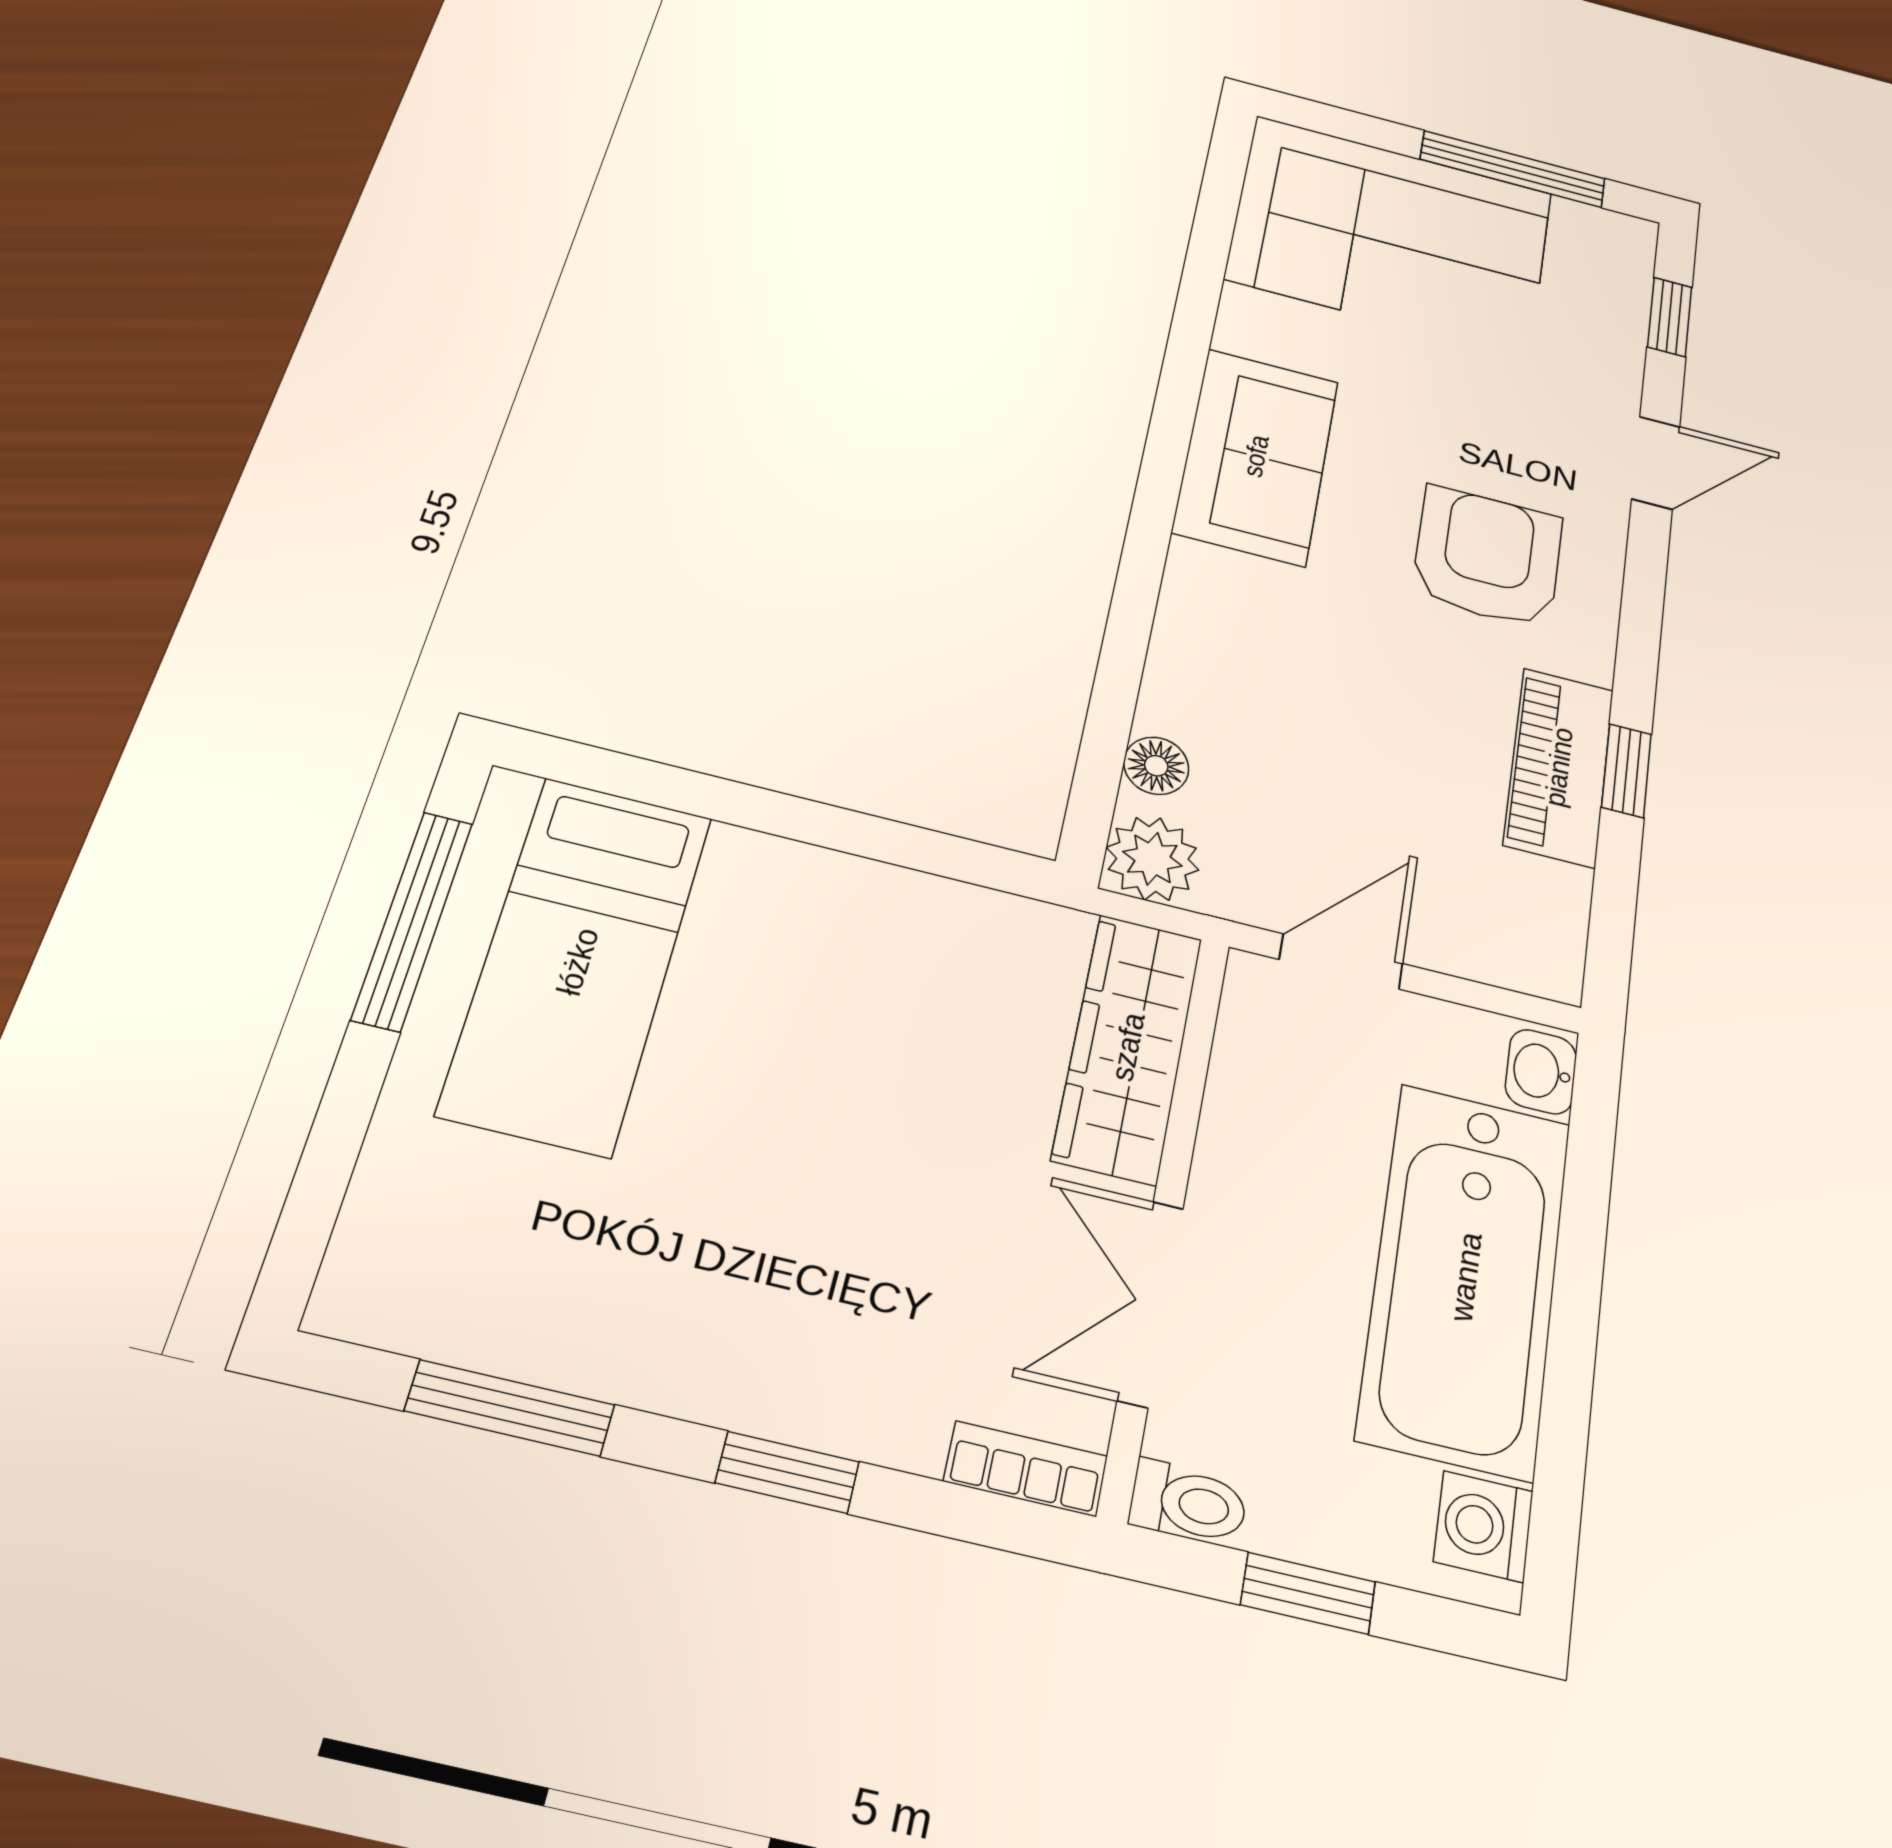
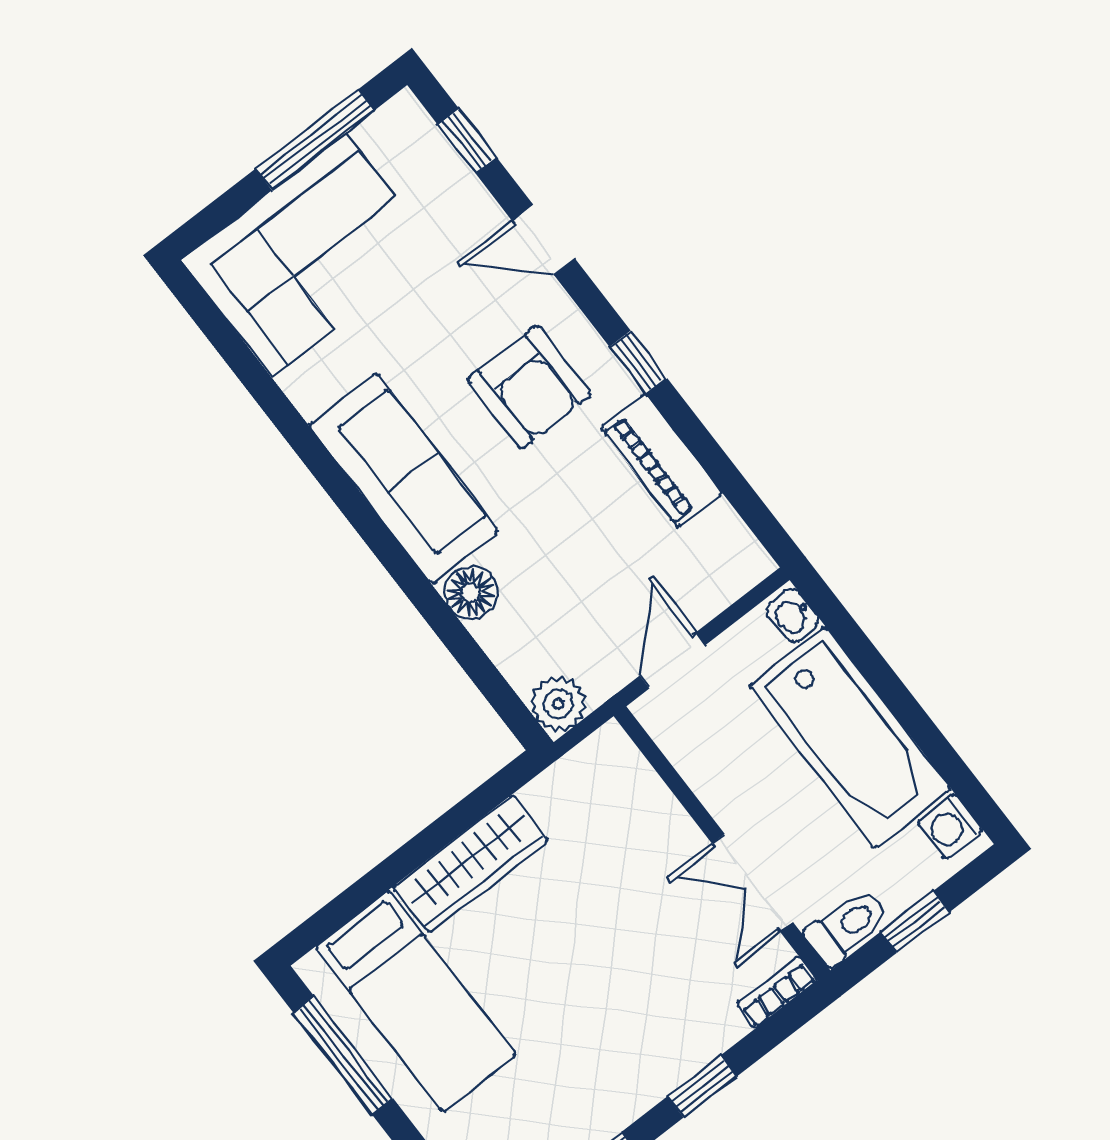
sofa: (1256, 456) -> (404, 478), width x1.36
door: (1656, 463) -> (544, 240), swing flipped
armchair: (1488, 557) -> (529, 387), turned 180
floor lamp: (1156, 766) -> (471, 592), moved, width x1.37, depth x1.37
window: (1626, 771) -> (638, 363), moved
wardrobe: (1128, 1047) -> (471, 864), moved, turned -90
toilet: (1188, 1503) -> (847, 927), width x1.37, depth x1.39

